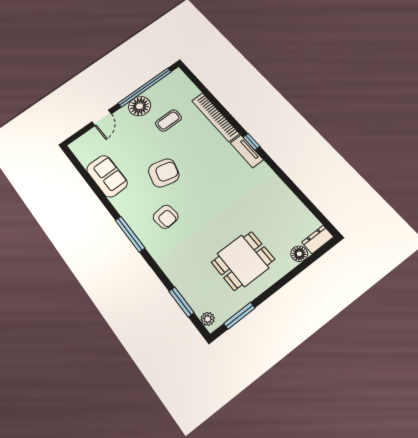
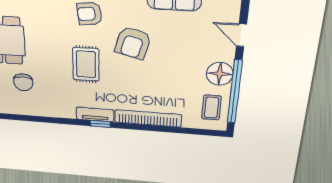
coffee table: (168, 121) -> (211, 108), moved
rug: (209, 189) -> (86, 64), added
chair: (268, 220) -> (23, 82), added

